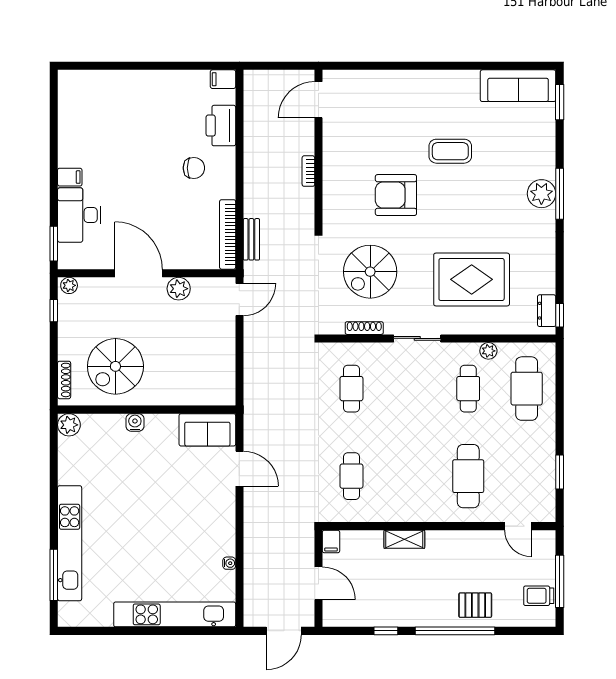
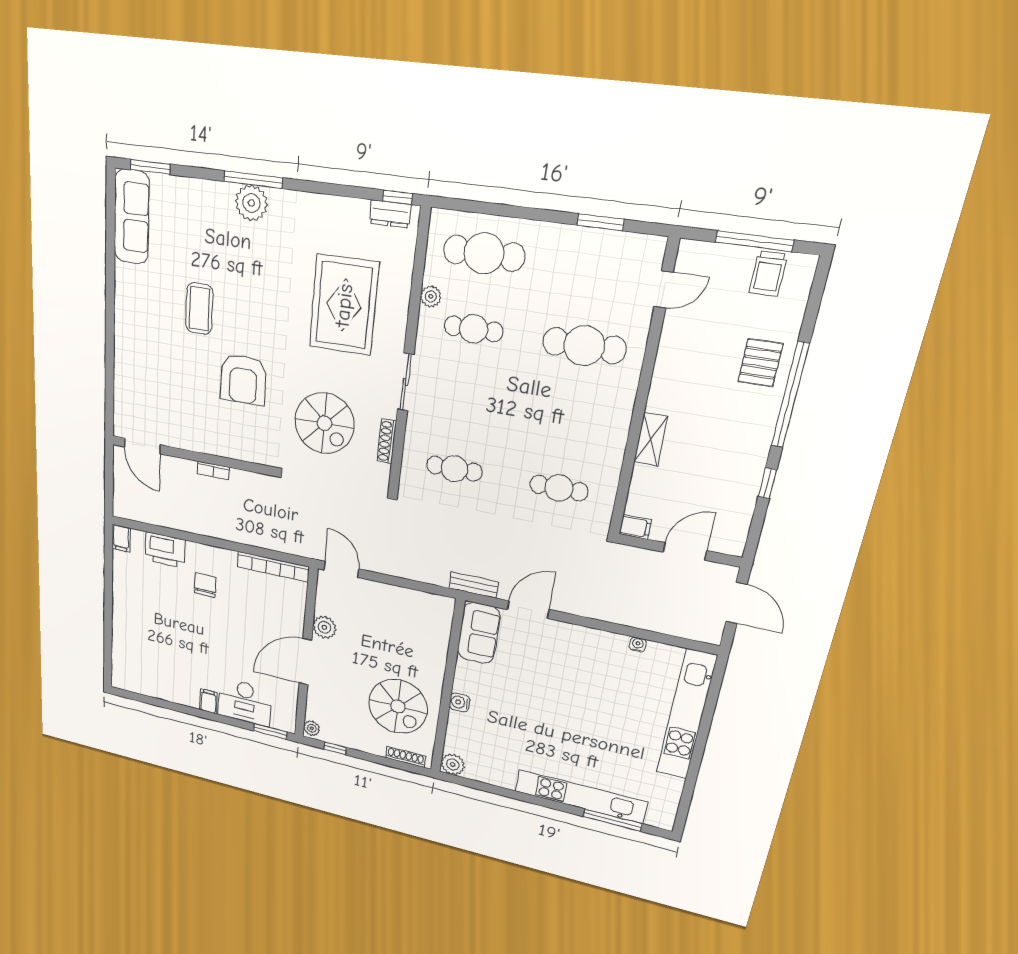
bench: (251, 239) -> (473, 585), moved

